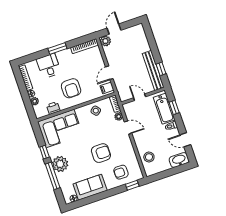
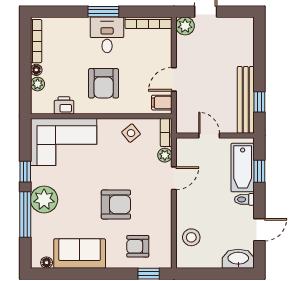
desk: (49, 66) -> (107, 35), moved
door: (128, 128) -> (174, 178), hinge flipped
door: (185, 140) -> (259, 230), swing flipped

